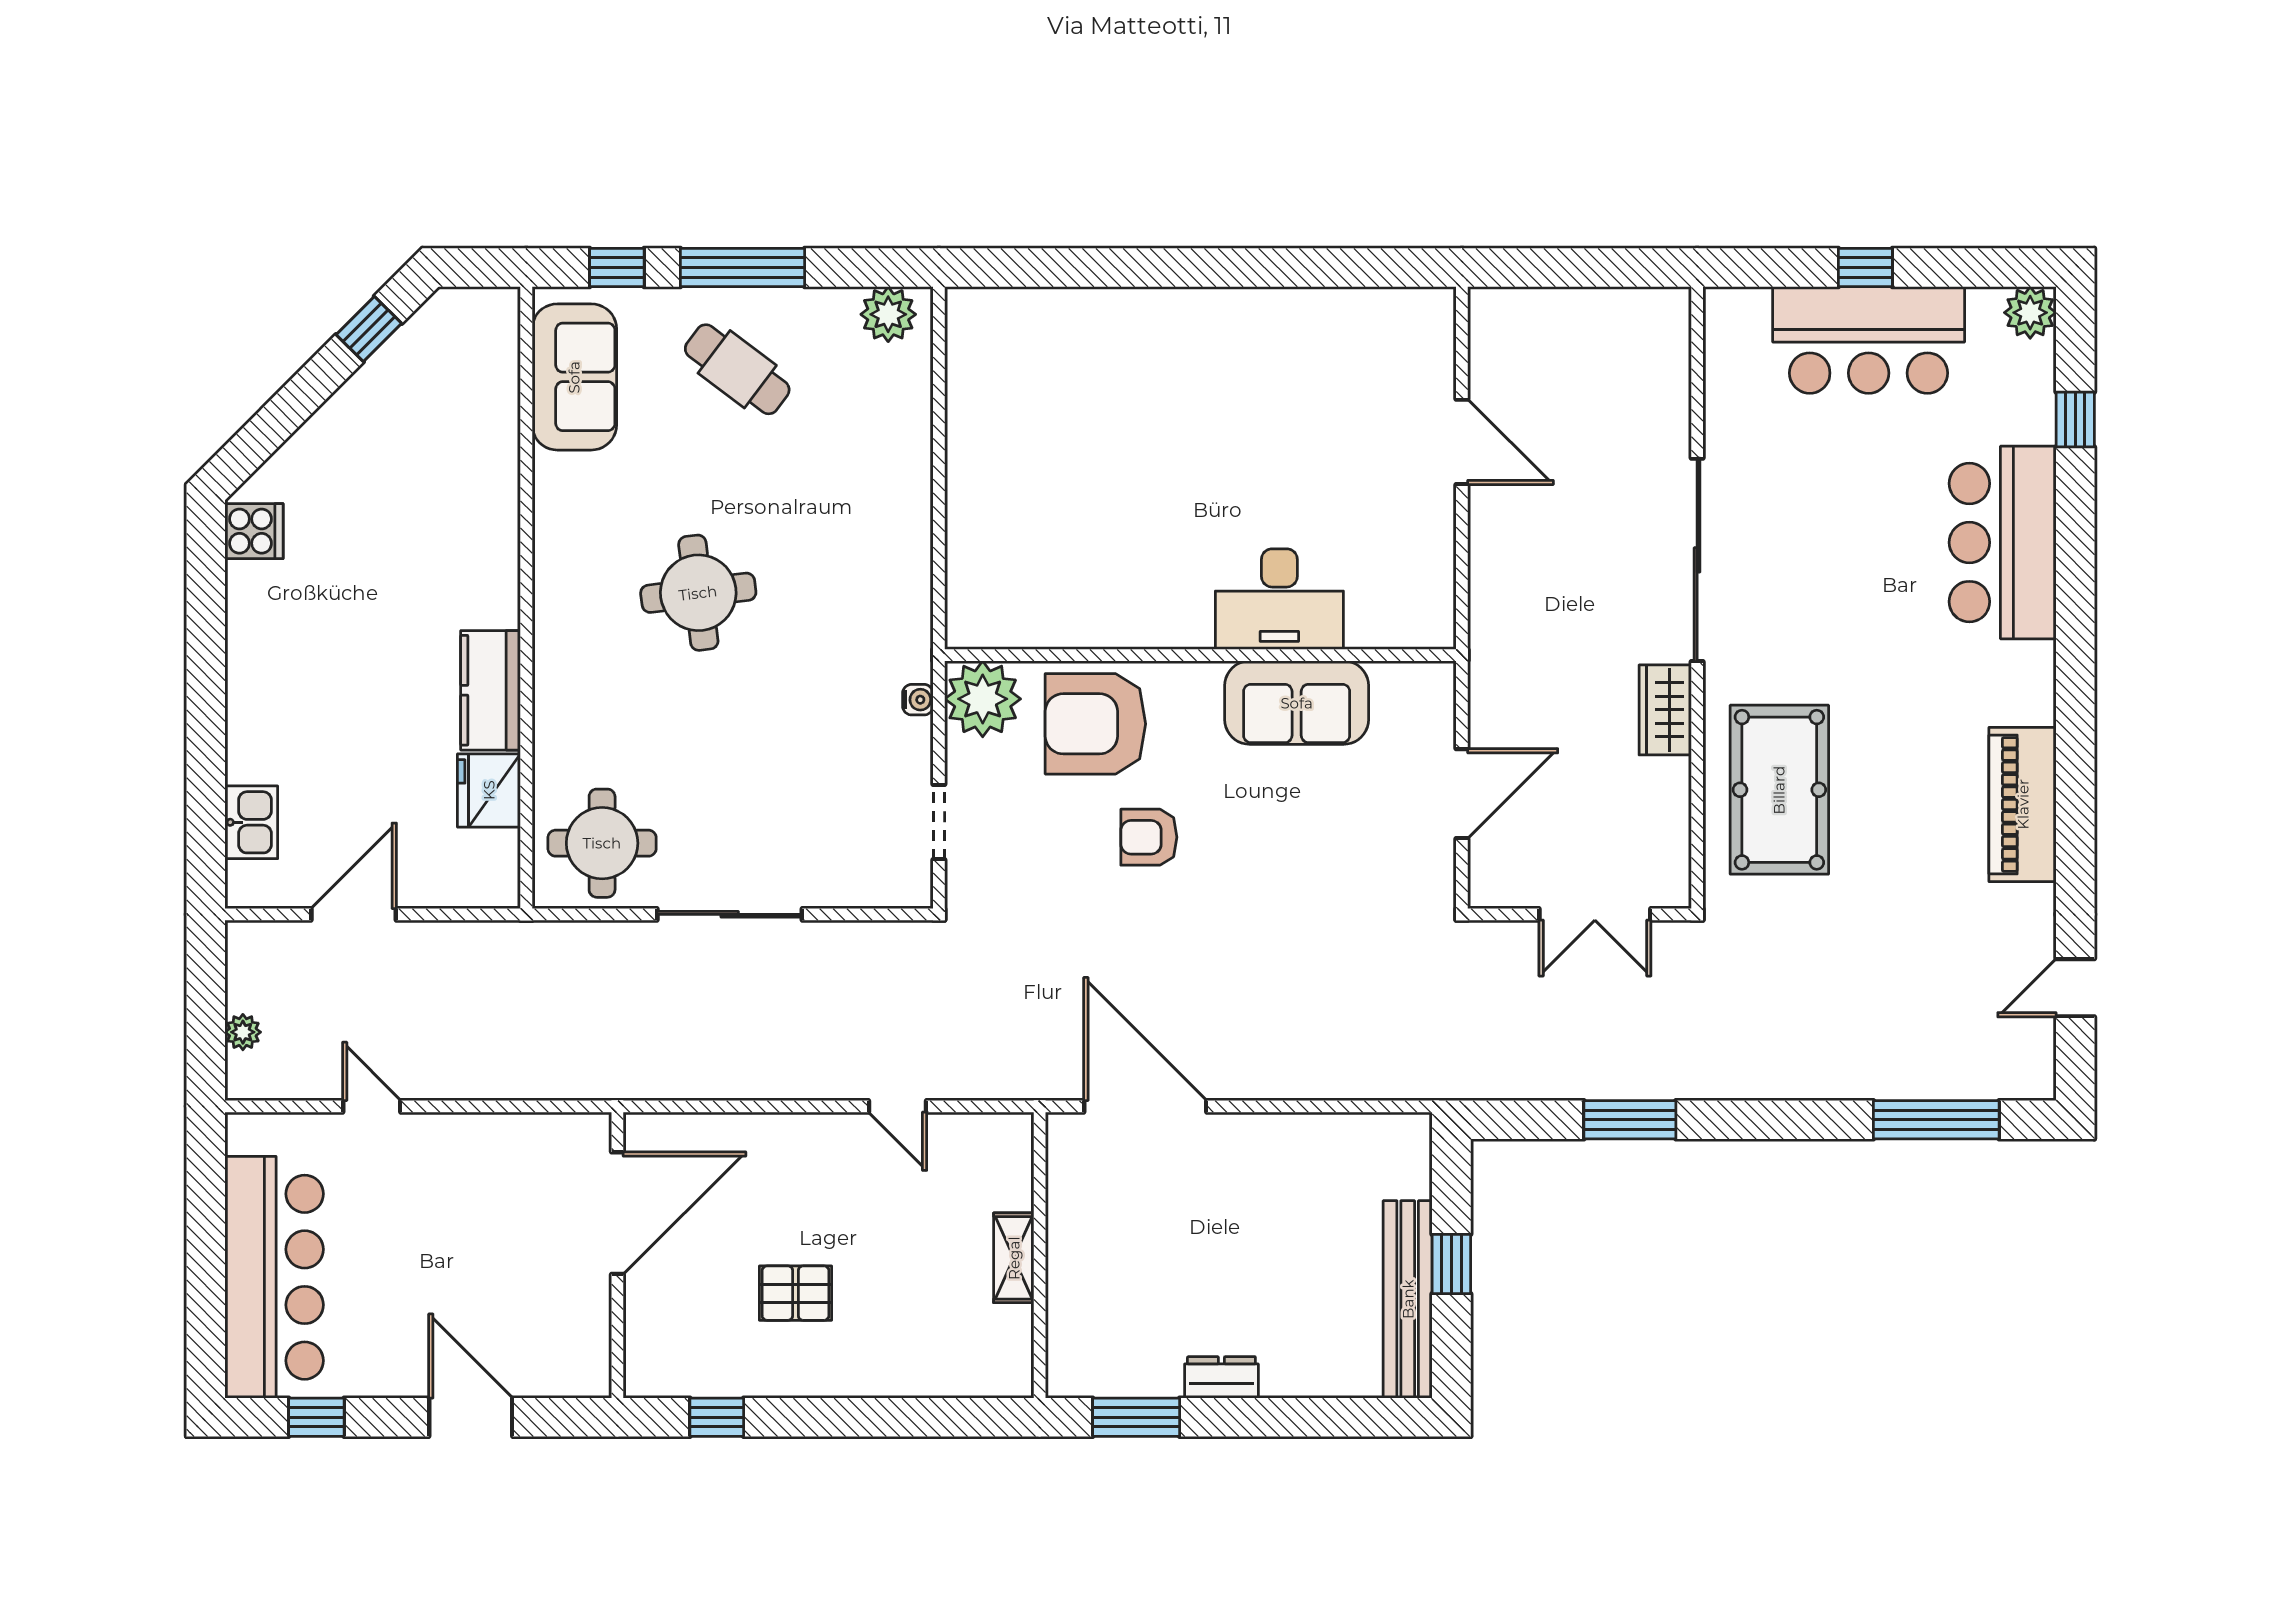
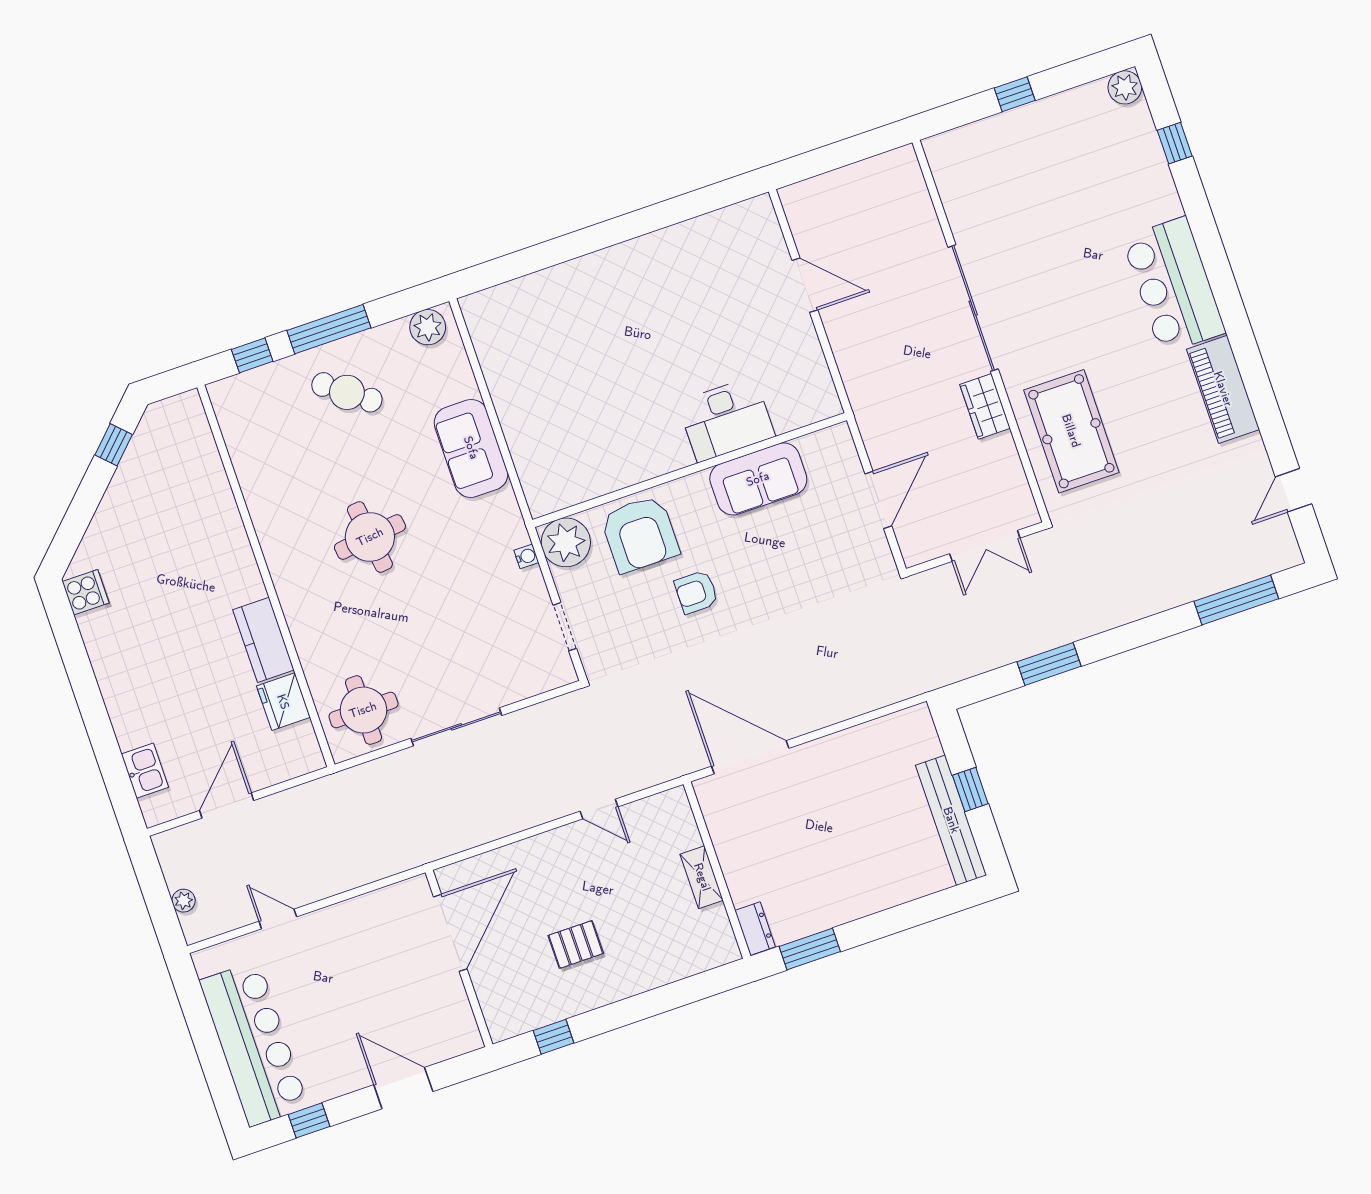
bar counter: (1869, 340) -> (1032, 138), removed
sofa: (574, 377) -> (471, 448), moved, turned 180
bar counter: (2003, 543) -> (1174, 285), moved
armchair: (1095, 724) -> (640, 534), turned -90
dresser: (1221, 1377) -> (755, 929), moved, turned 90

